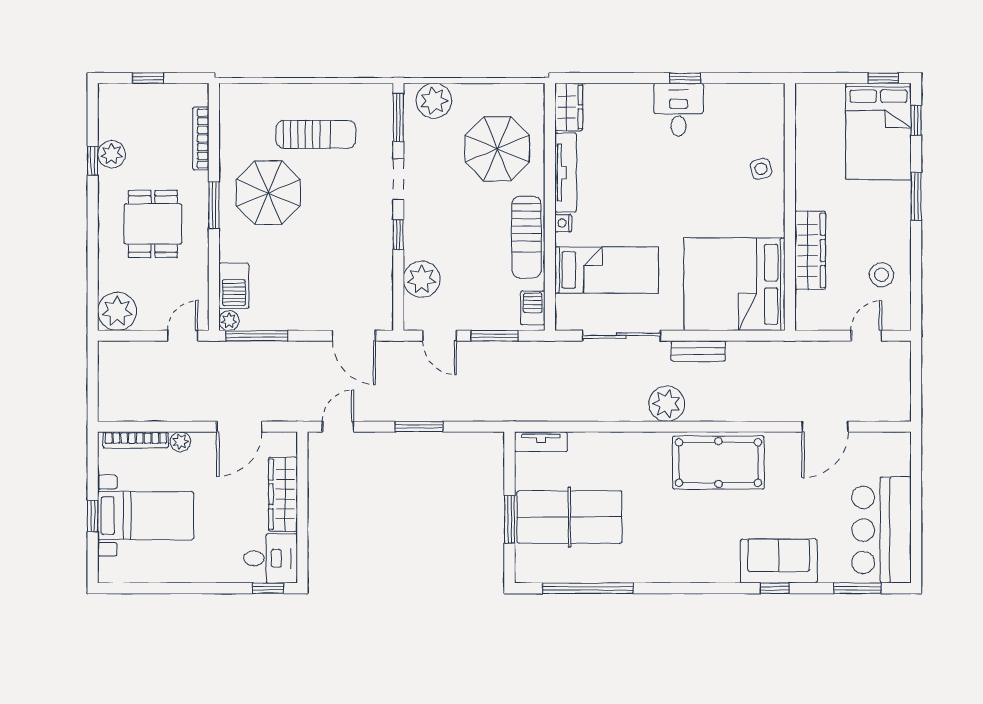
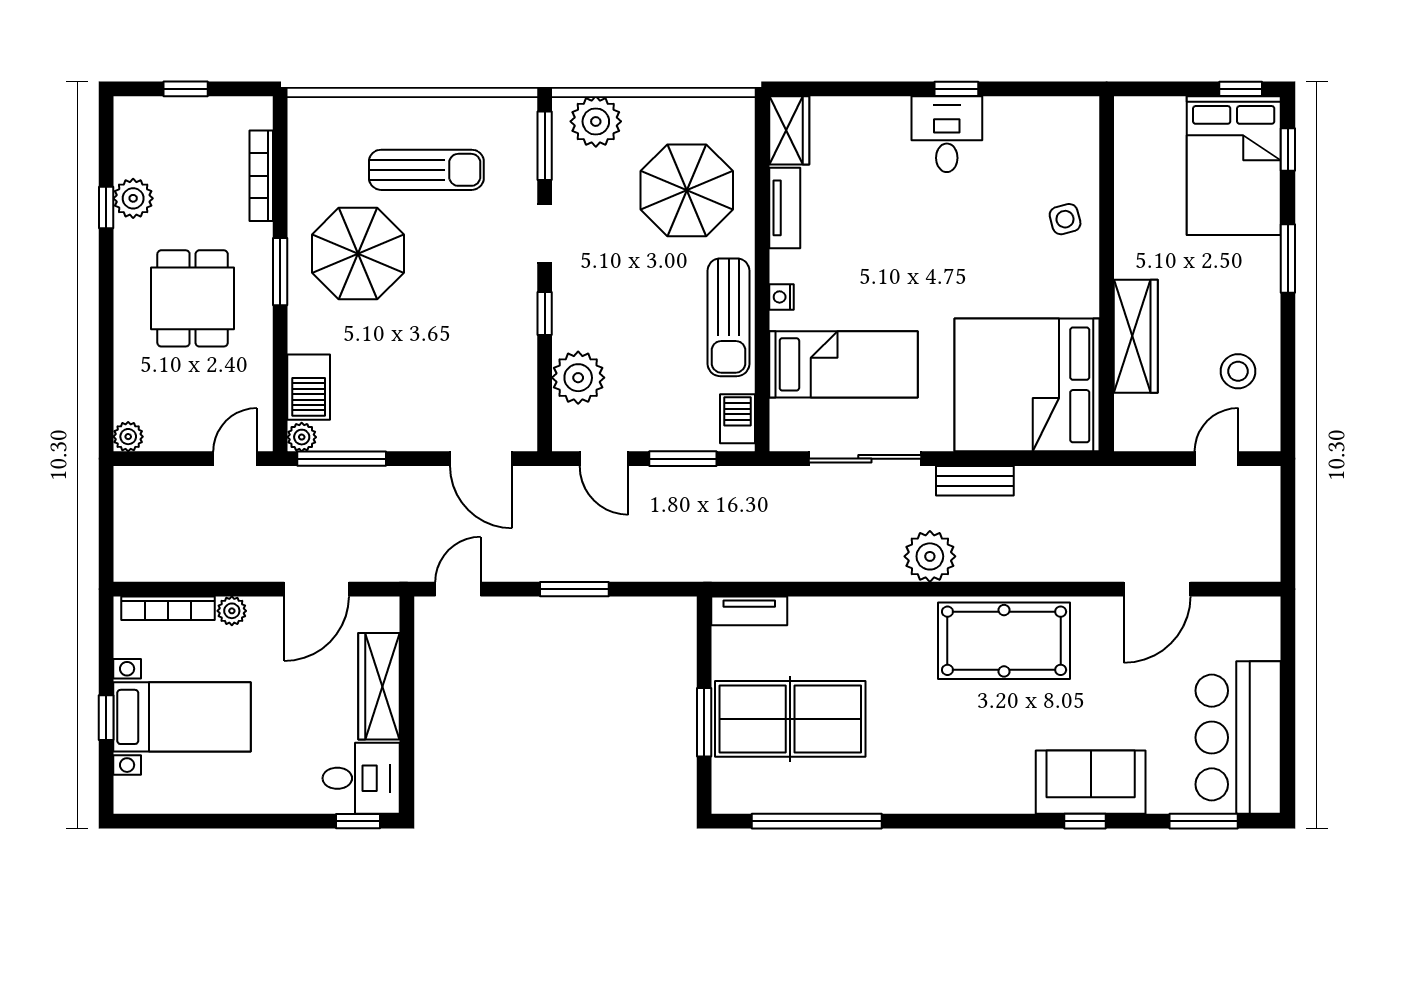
tv unit: (566, 172) -> (785, 208), width x0.71
plant: (117, 311) -> (128, 437), width x0.53, depth x0.53

